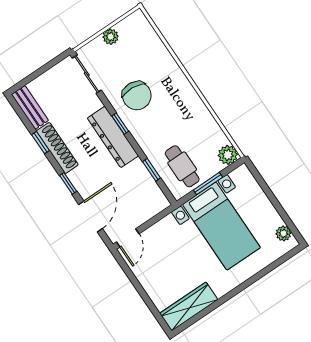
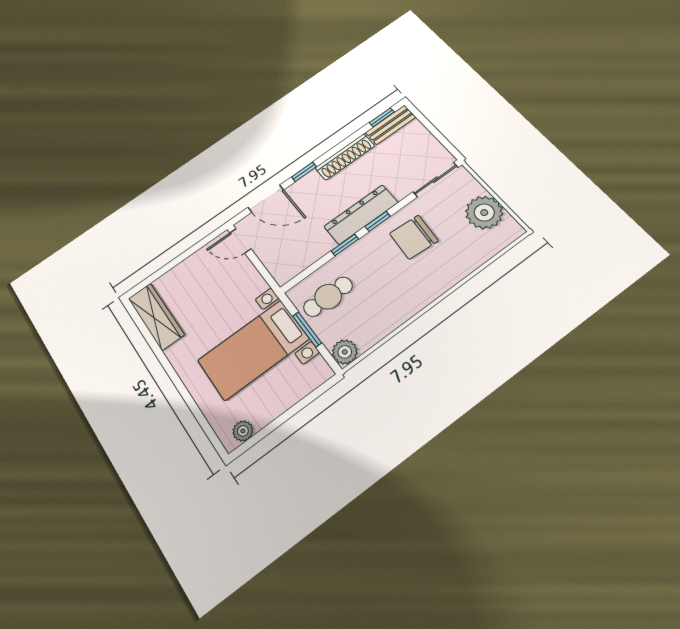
plant: (111, 37) -> (484, 213), width x1.88, depth x1.88
window: (41, 143) -> (382, 117), moved
window: (151, 170) -> (345, 245), moved

